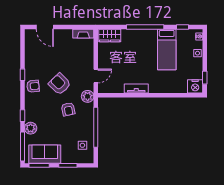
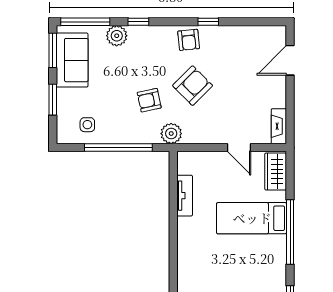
bed: (167, 50) -> (252, 218), moved
door: (96, 76) -> (239, 148), moved
tv unit: (136, 89) -> (185, 196), moved

